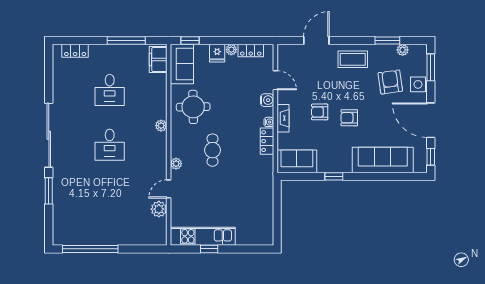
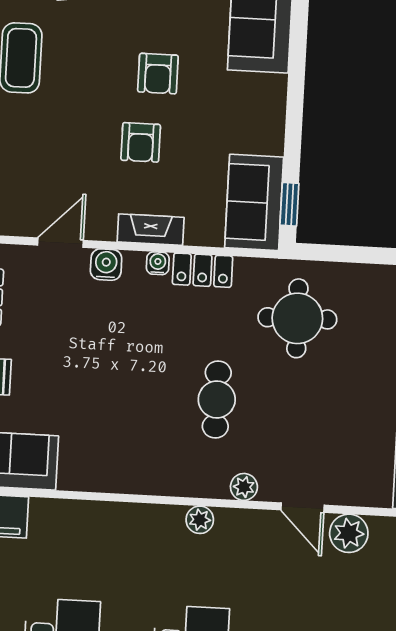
round table: (193, 107) -> (297, 318), moved
plant: (161, 126) -> (200, 520), moved
cafe table: (212, 150) -> (217, 399), turned 90
window: (334, 176) -> (289, 204), moved

